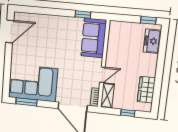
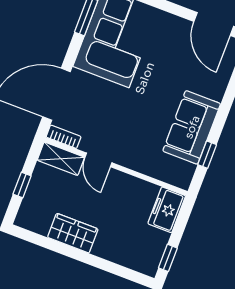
sofa: (94, 38) -> (192, 127), moved, turned -90
freezer: (152, 41) -> (167, 210), moved, turned -90
wardrobe: (146, 90) -> (73, 233), moved

